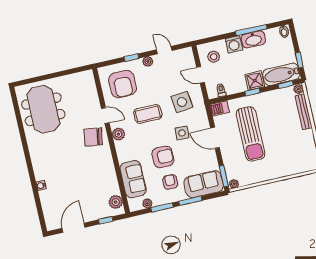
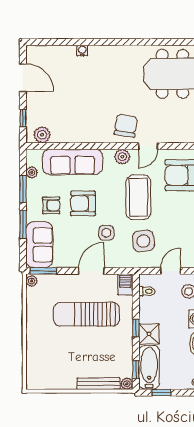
coffee table: (148, 114) -> (138, 197), width x1.36, depth x1.32
armchair: (163, 157) -> (83, 203), turned 90
sofa: (133, 179) -> (73, 162), width x1.36

